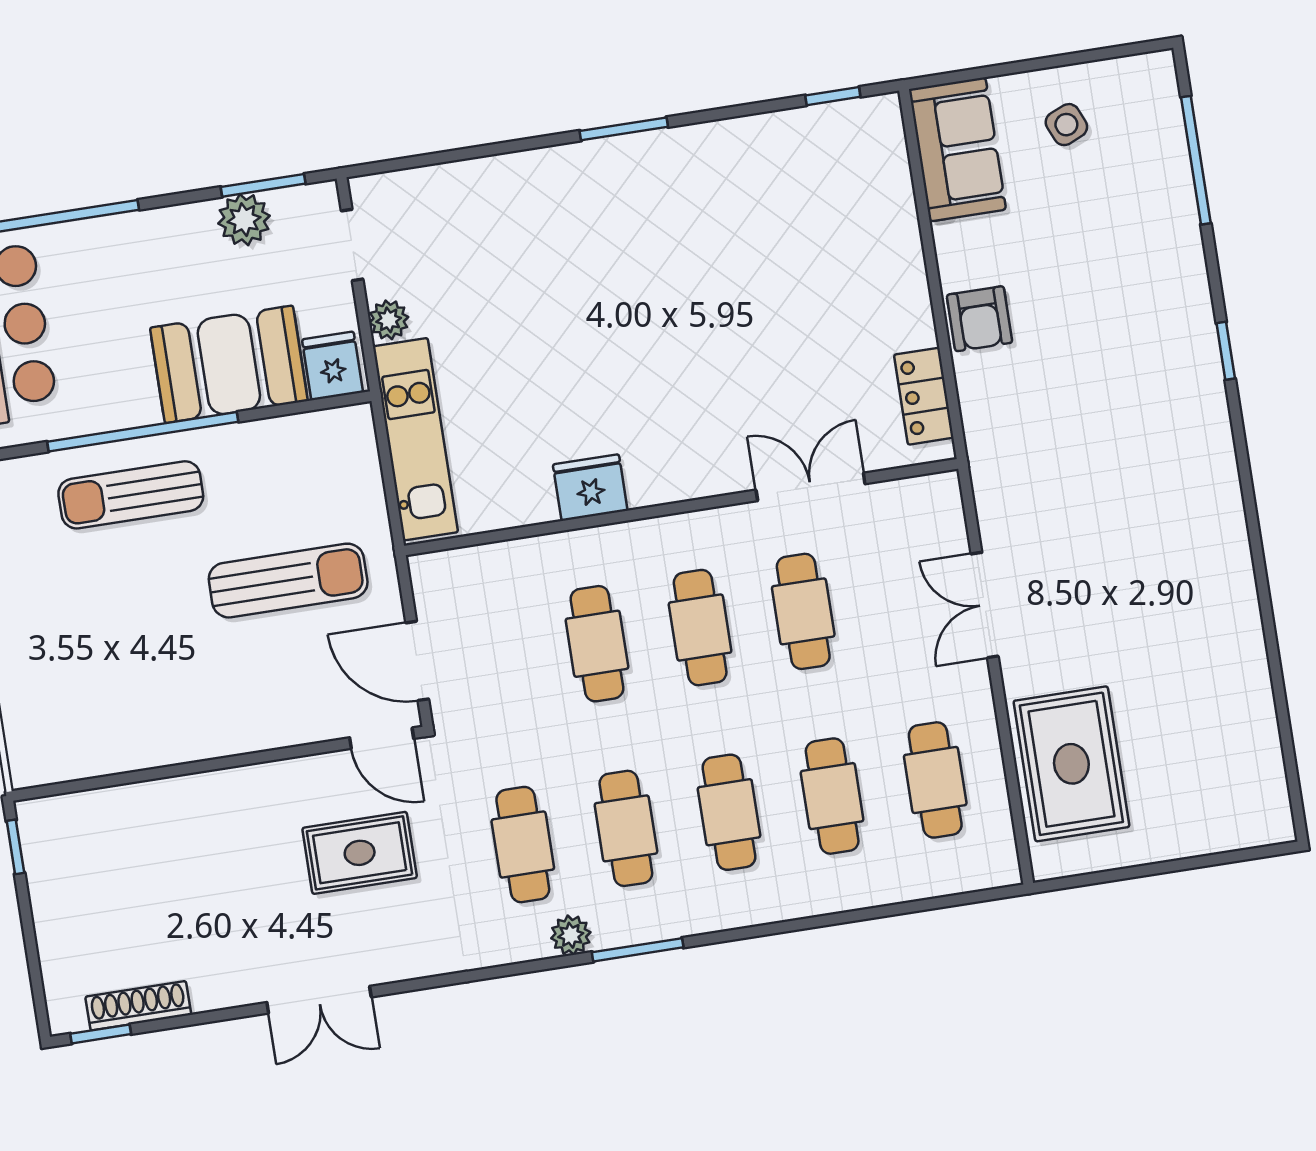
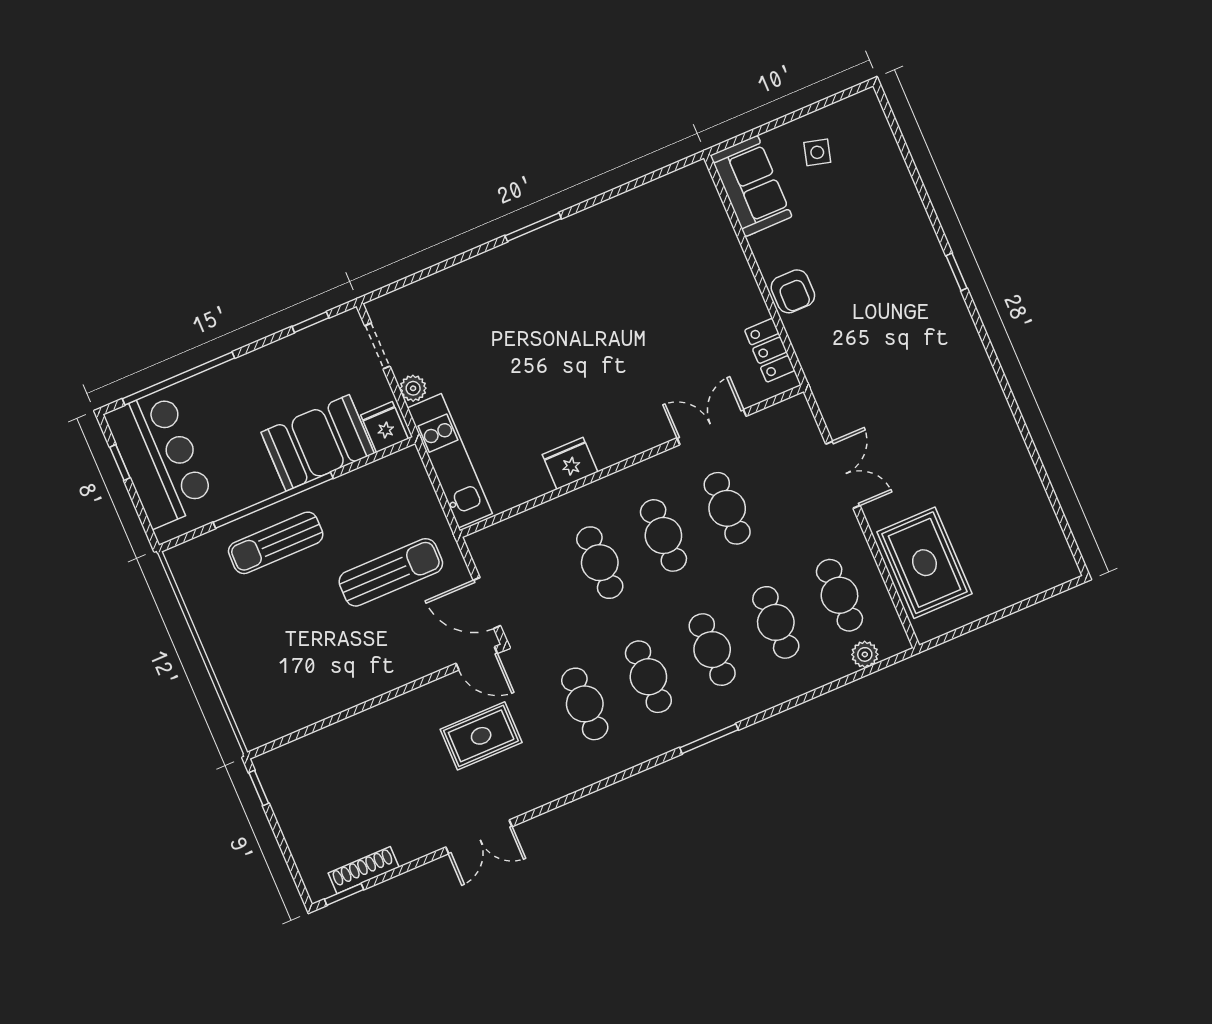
window: (833, 96) -> (662, 172), removed
side table: (1066, 125) -> (817, 152), turned 38
window: (1196, 160) -> (906, 154), removed
window: (263, 185) -> (310, 322), width x0.67
plant: (244, 220) -> (304, 347), removed
double door: (985, 605) -> (843, 475), swing flipped
plant: (571, 935) -> (865, 654), moved
window: (638, 950) -> (709, 739), moved

